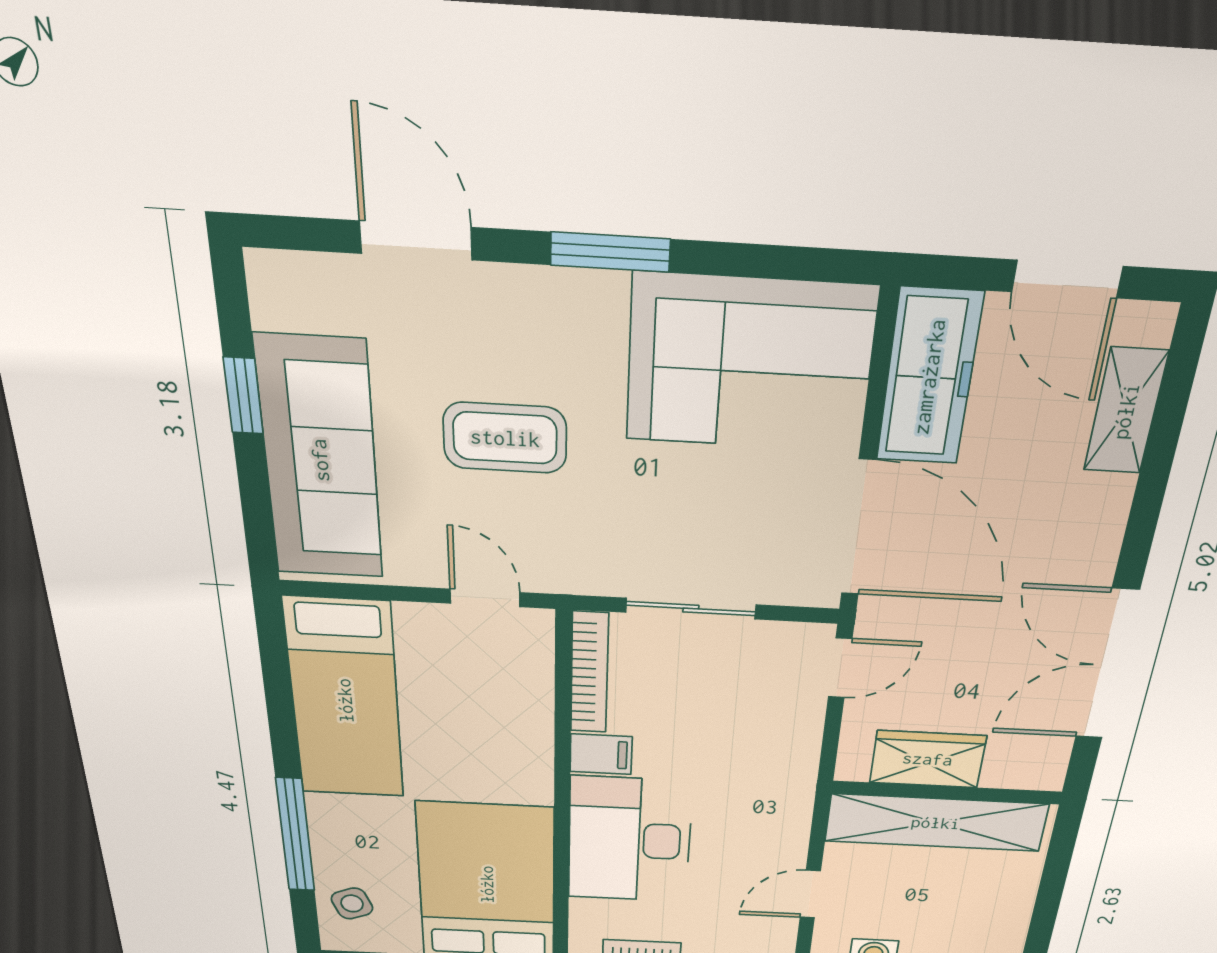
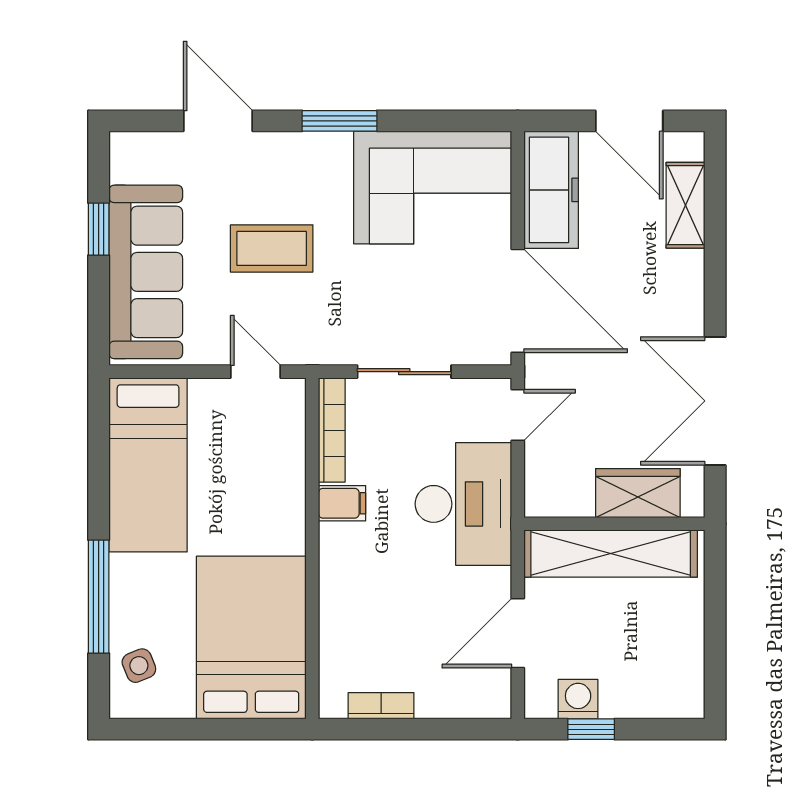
wardrobe: (928, 759) -> (638, 493), moved
desk: (629, 840) -> (463, 504), moved, turned 180
door: (810, 894) -> (518, 633), width x1.38

